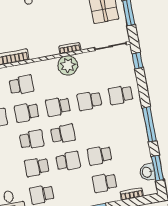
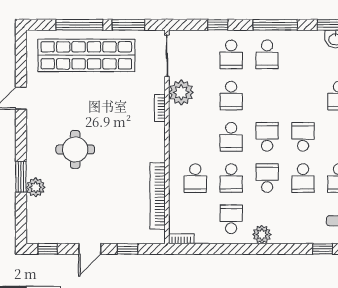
window: (138, 61) -> (218, 25), moved
plant: (68, 65) -> (181, 92), moved
school desk: (21, 85) -> (195, 178), turned 180
school desk: (99, 155) -> (267, 54), moved

